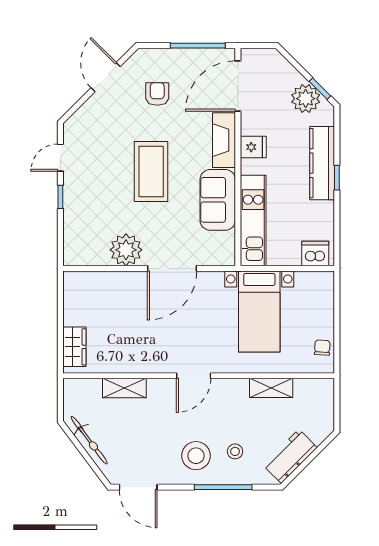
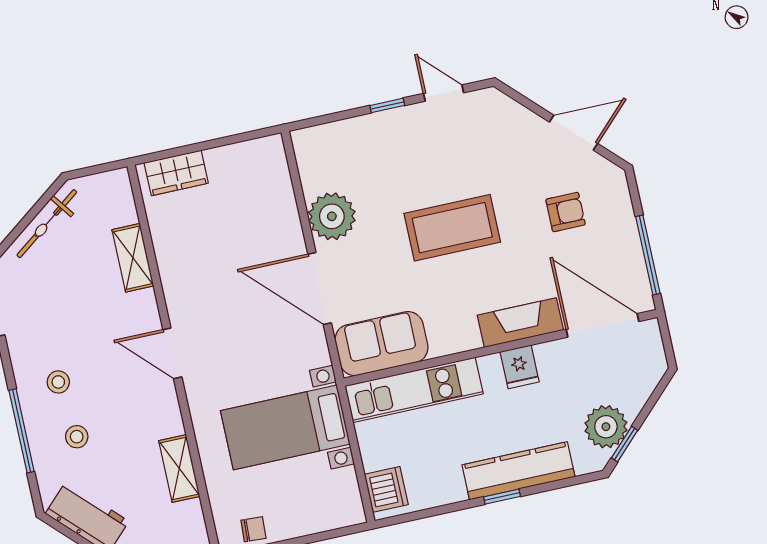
sofa: (218, 200) -> (381, 344), moved
stool: (196, 456) -> (58, 382), width x0.53, depth x0.53

